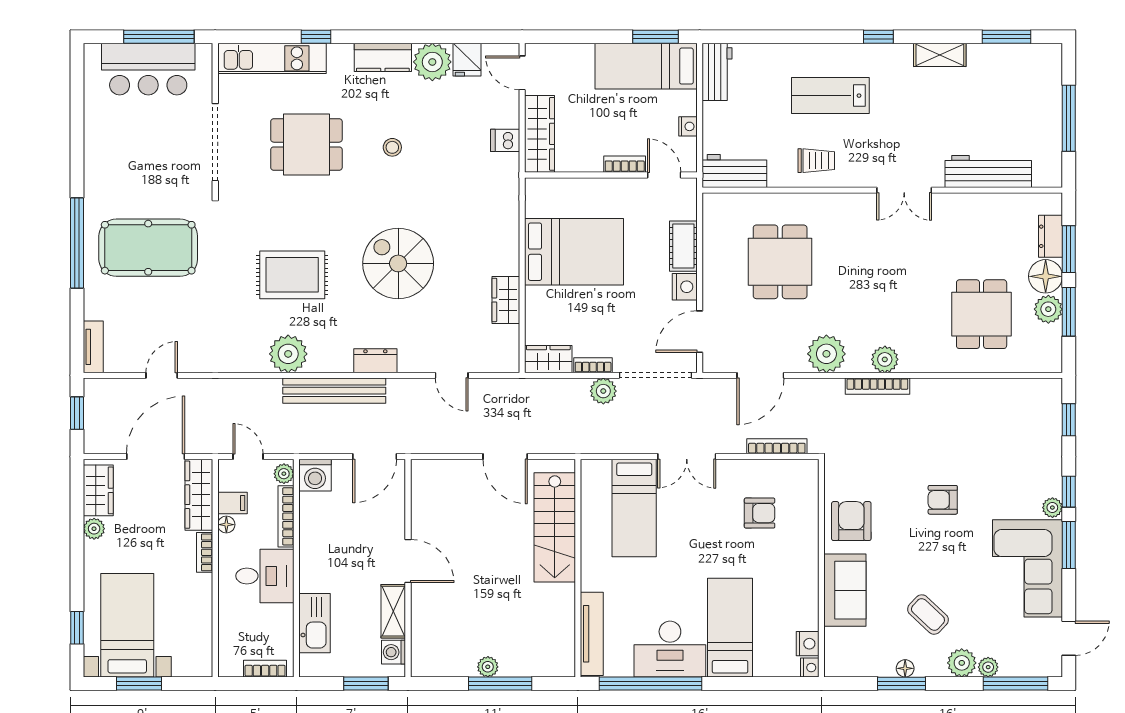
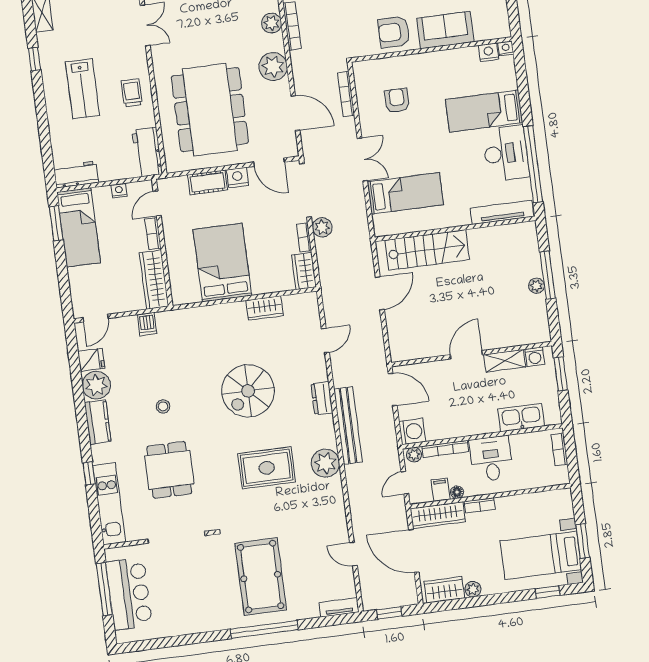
wardrobe: (540, 134) -> (154, 280), moved, turned -90
dining table: (780, 262) -> (210, 110), width x1.87, depth x1.24
rug: (292, 275) -> (267, 468), turned 90

